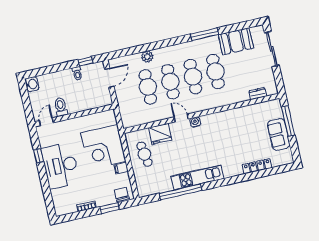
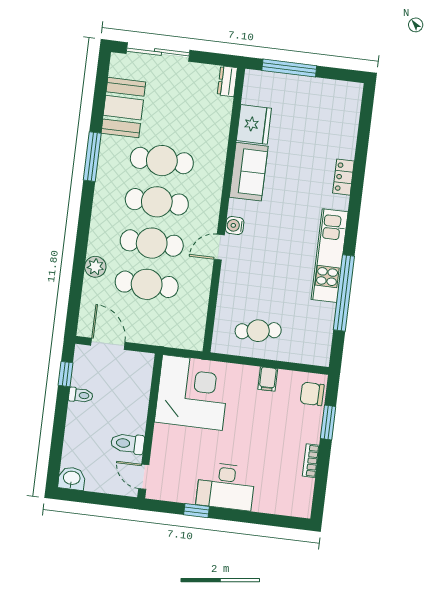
dresser: (258, 94) -> (227, 81), moved
fridge: (160, 134) -> (254, 124), moved
sofa: (279, 134) -> (249, 172), moved, turned -90
corner desk: (103, 147) -> (192, 393), moved, turned -90
desk: (60, 166) -> (226, 486), width x0.73, depth x0.77
locker: (257, 166) -> (343, 177), moved, width x0.66

